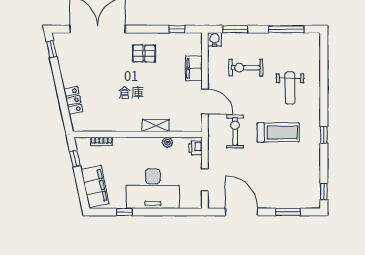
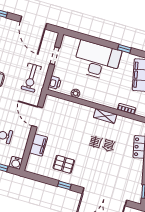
window: (177, 29) -> (64, 185), moved
pallet: (144, 53) -> (64, 164), moved
shelving: (156, 126) -> (105, 116), moved
exercise bike: (235, 131) -> (31, 78), moved

